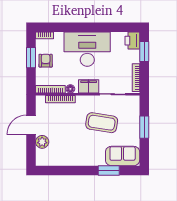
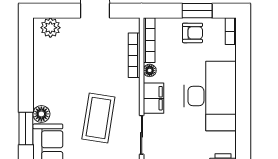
plant: (42, 142) -> (50, 28), moved
floor lamp: (99, 160) -> (41, 114), added

